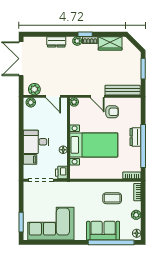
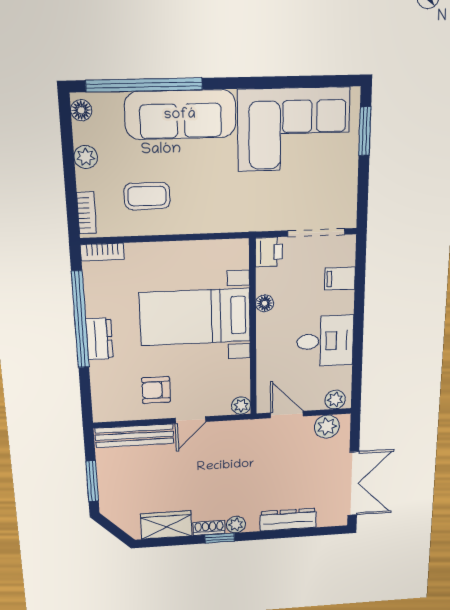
dresser: (56, 42) -> (288, 520), width x1.44
door: (97, 96) -> (191, 420), swing flipped
desk: (36, 142) -> (325, 341), moved
sofa: (103, 231) -> (180, 115), width x1.36

